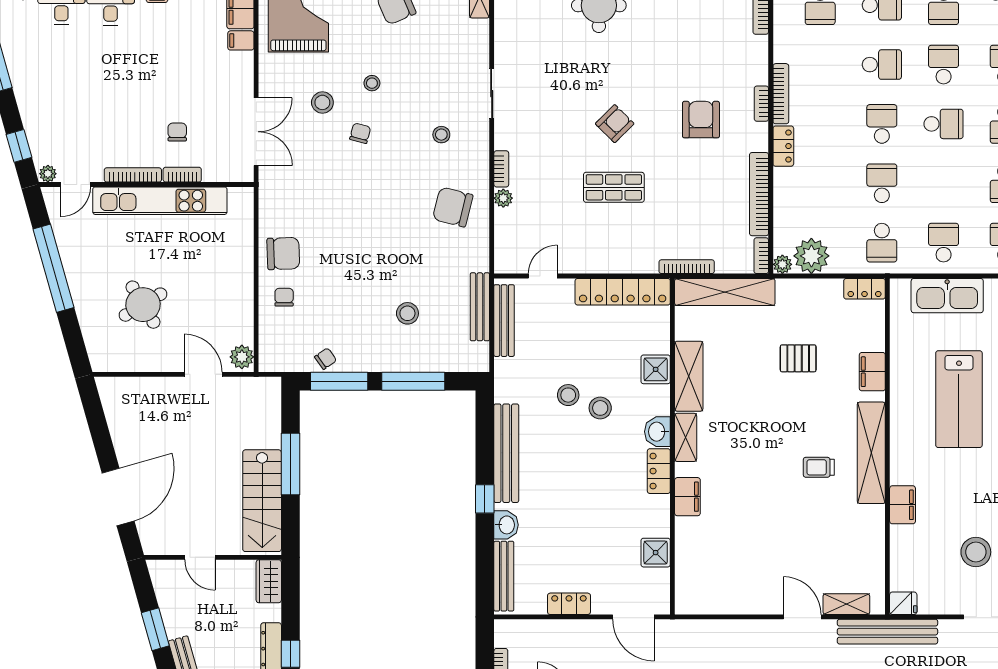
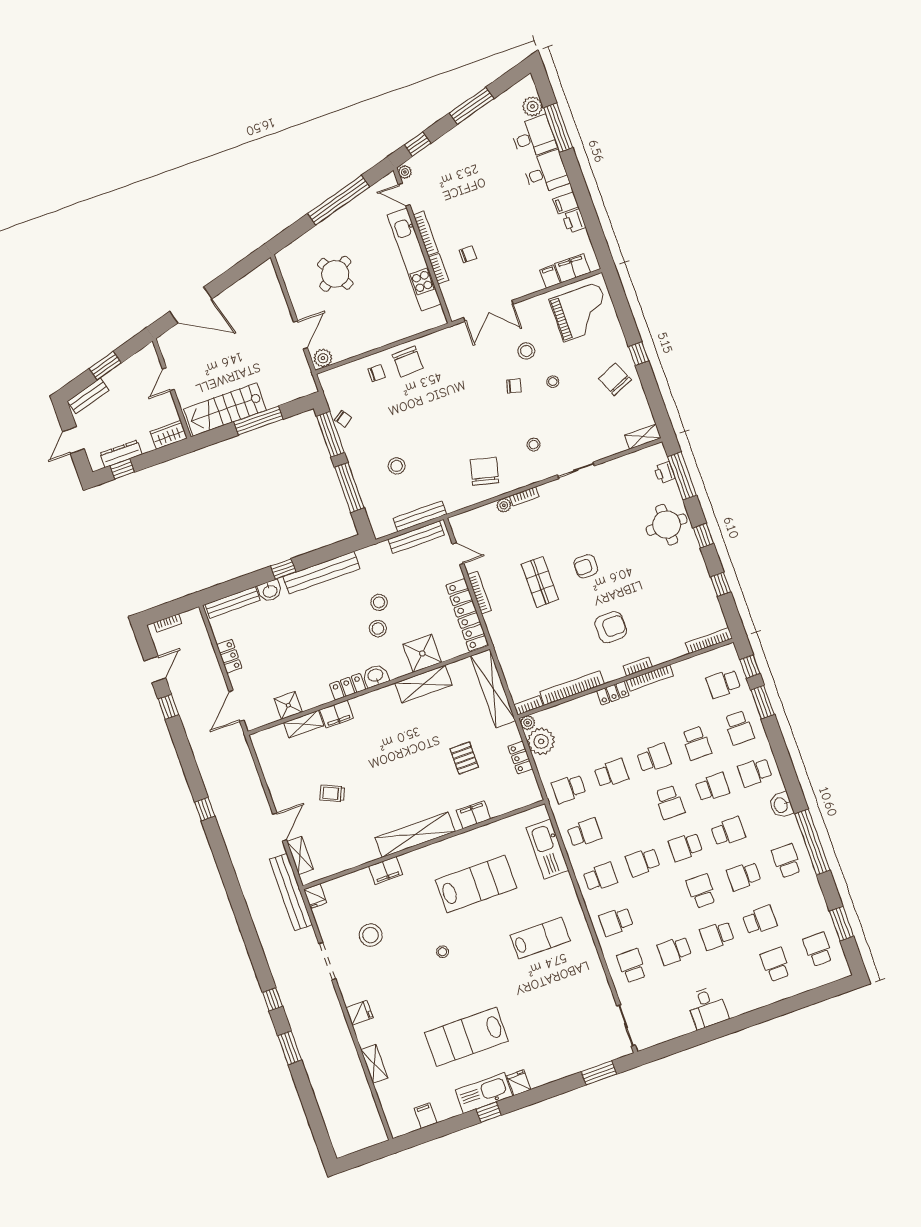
armchair: (615, 124) -> (586, 566), turned 135
bookcase: (687, 267) -> (479, 593), moved
locker: (864, 289) -> (520, 757), moved
shower: (656, 369) -> (422, 653), width x1.36, depth x1.36
lab bench: (959, 399) -> (476, 884), turned 180
shelving: (686, 437) -> (304, 724), moved
trolley: (819, 467) -> (332, 793), moved, turned -66

